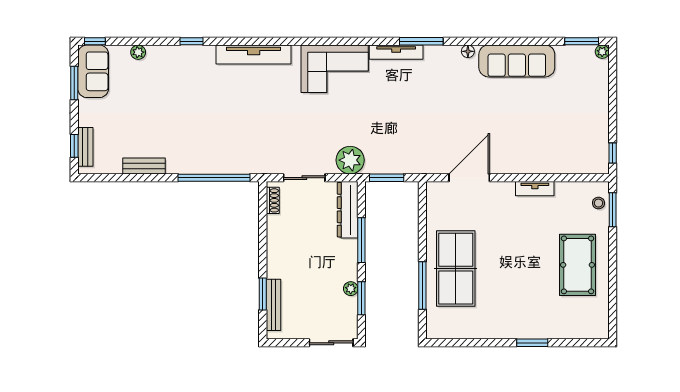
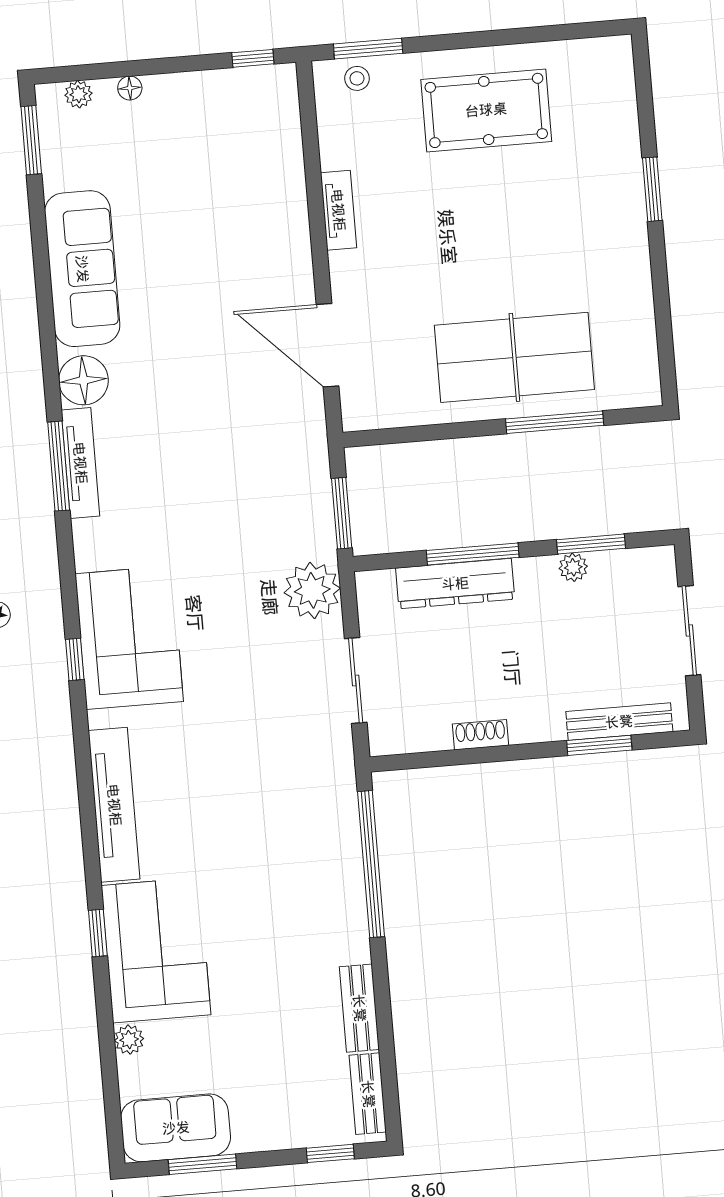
window: (95, 41) -> (75, 659), moved
floor lamp: (468, 51) -> (83, 380), width x1.89, depth x1.89
tv unit: (396, 52) -> (80, 463), moved
plant: (602, 52) -> (78, 94), moved
corner sofa: (181, 69) -> (156, 950), added
floor lamp: (603, 92) -> (130, 88), added
bench: (85, 147) -> (368, 1094), moved, turned 90
shoe rack: (273, 200) -> (480, 735), moved
dresser: (348, 210) -> (455, 584), moved
sliding door: (331, 343) -> (689, 631), moved

